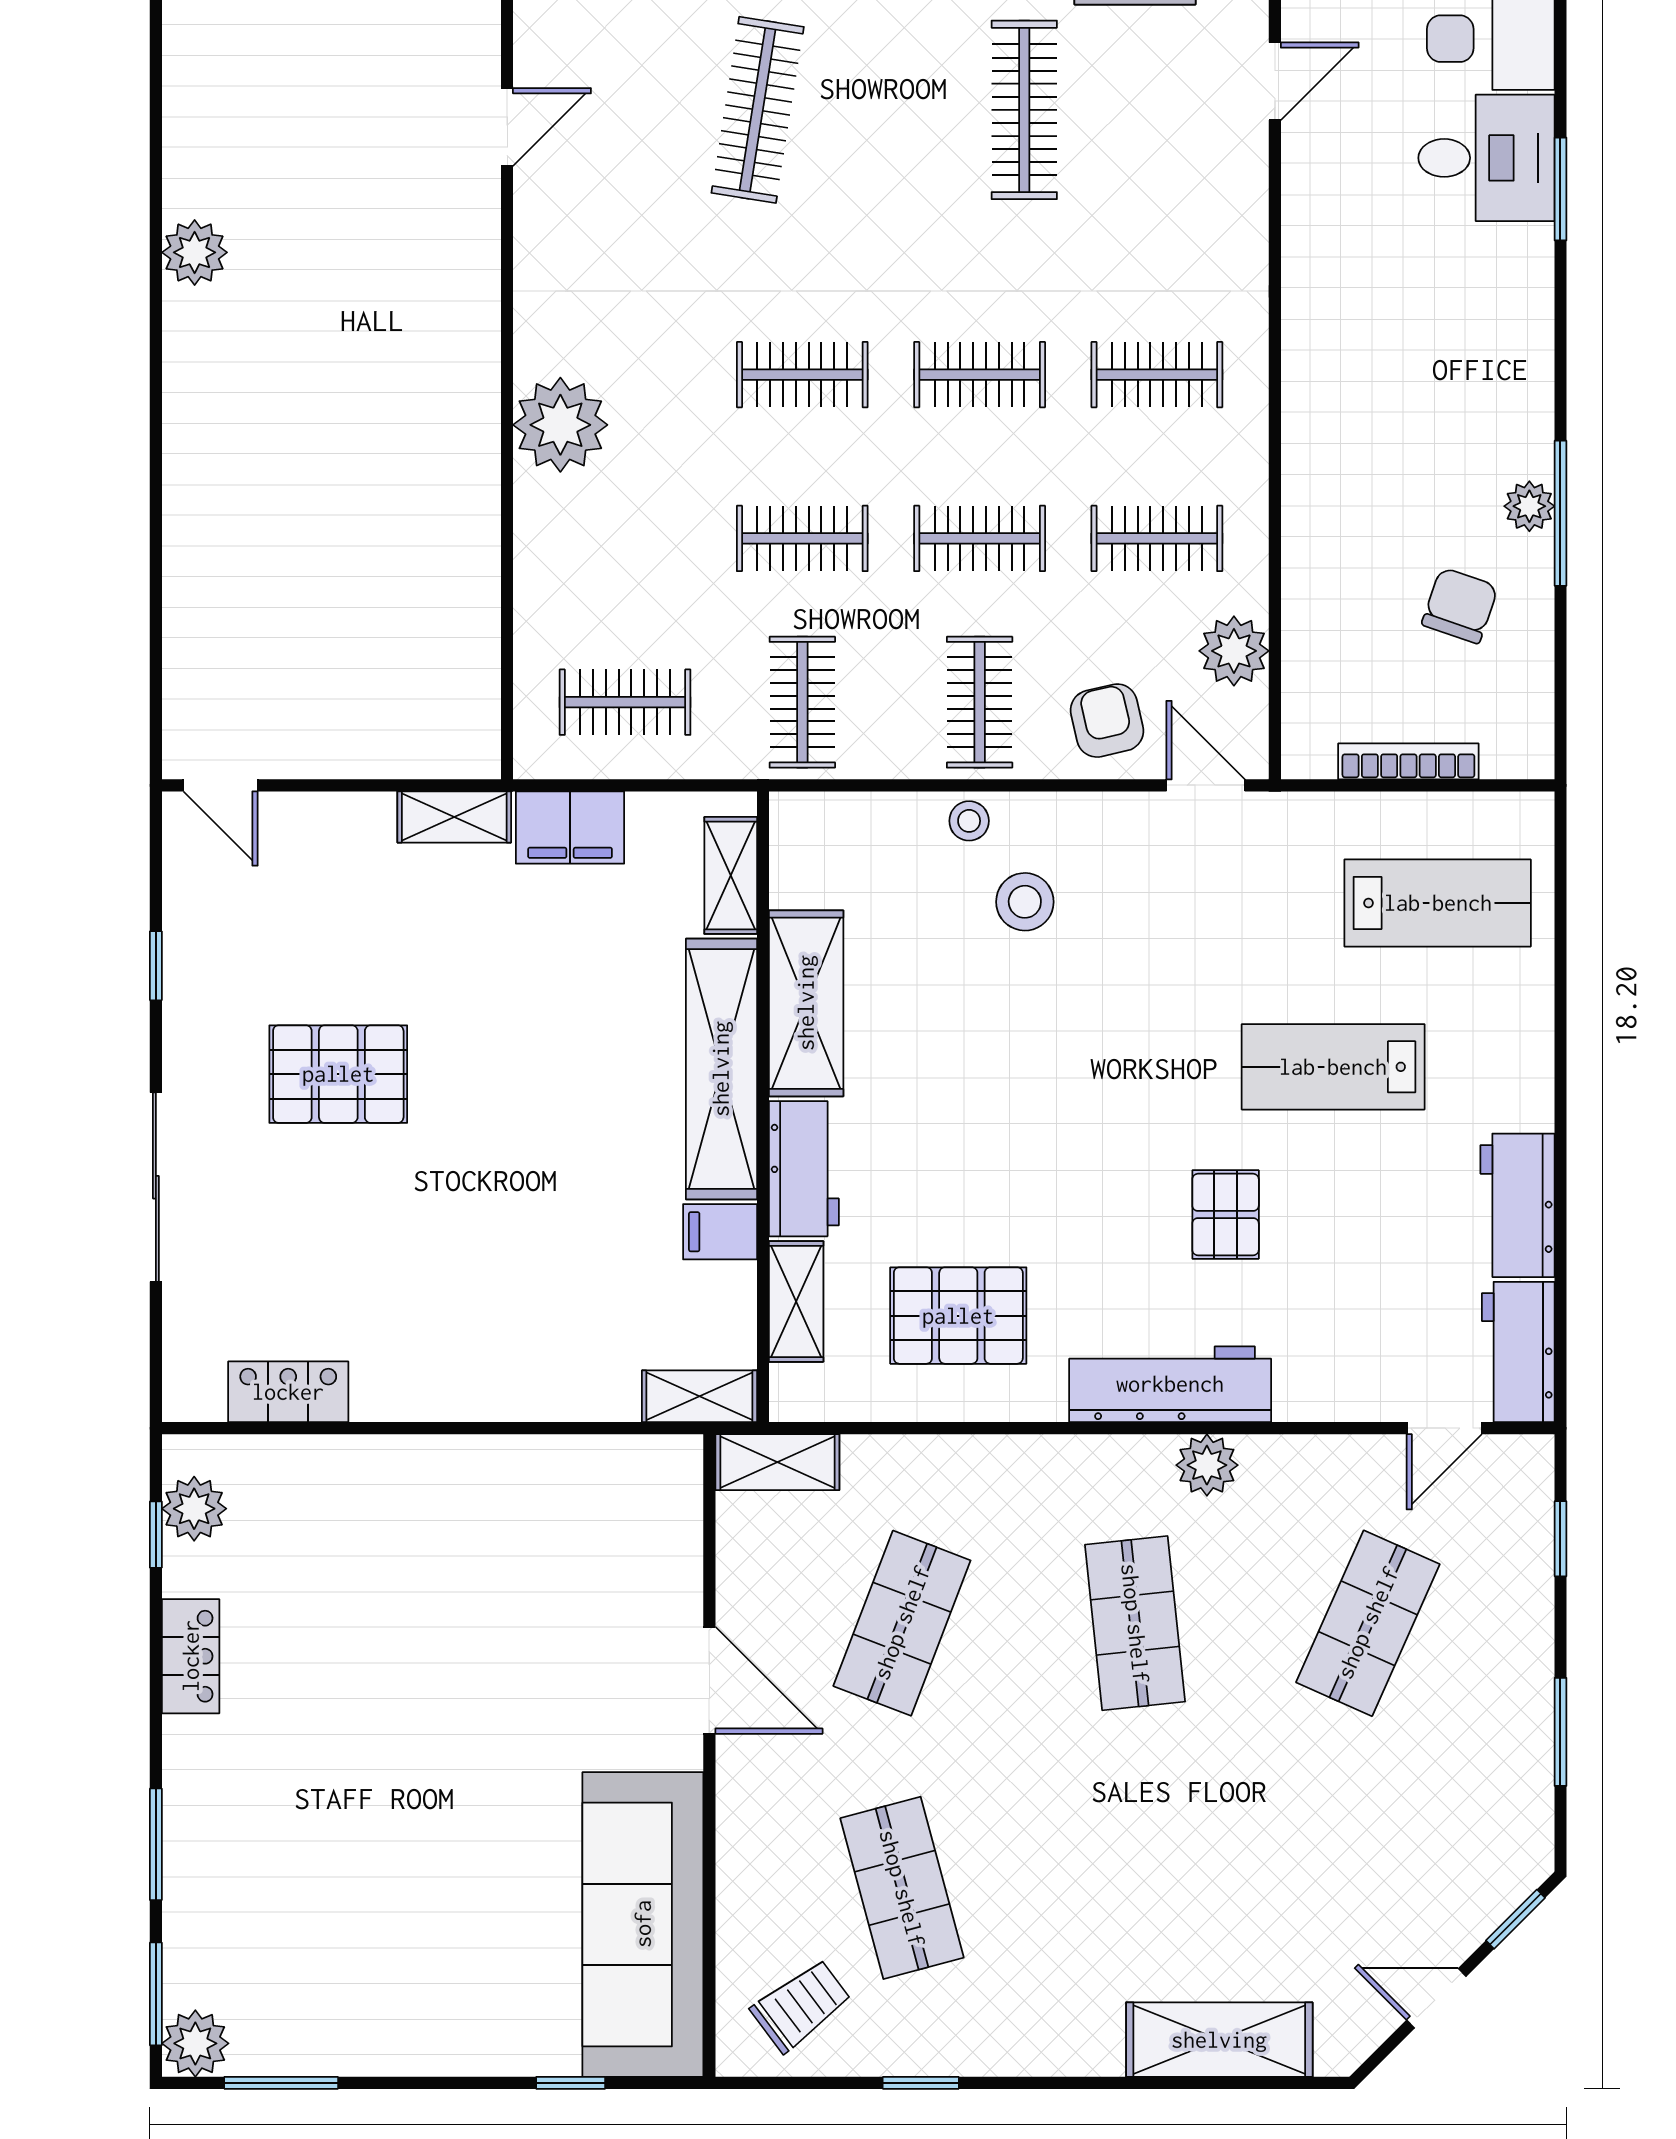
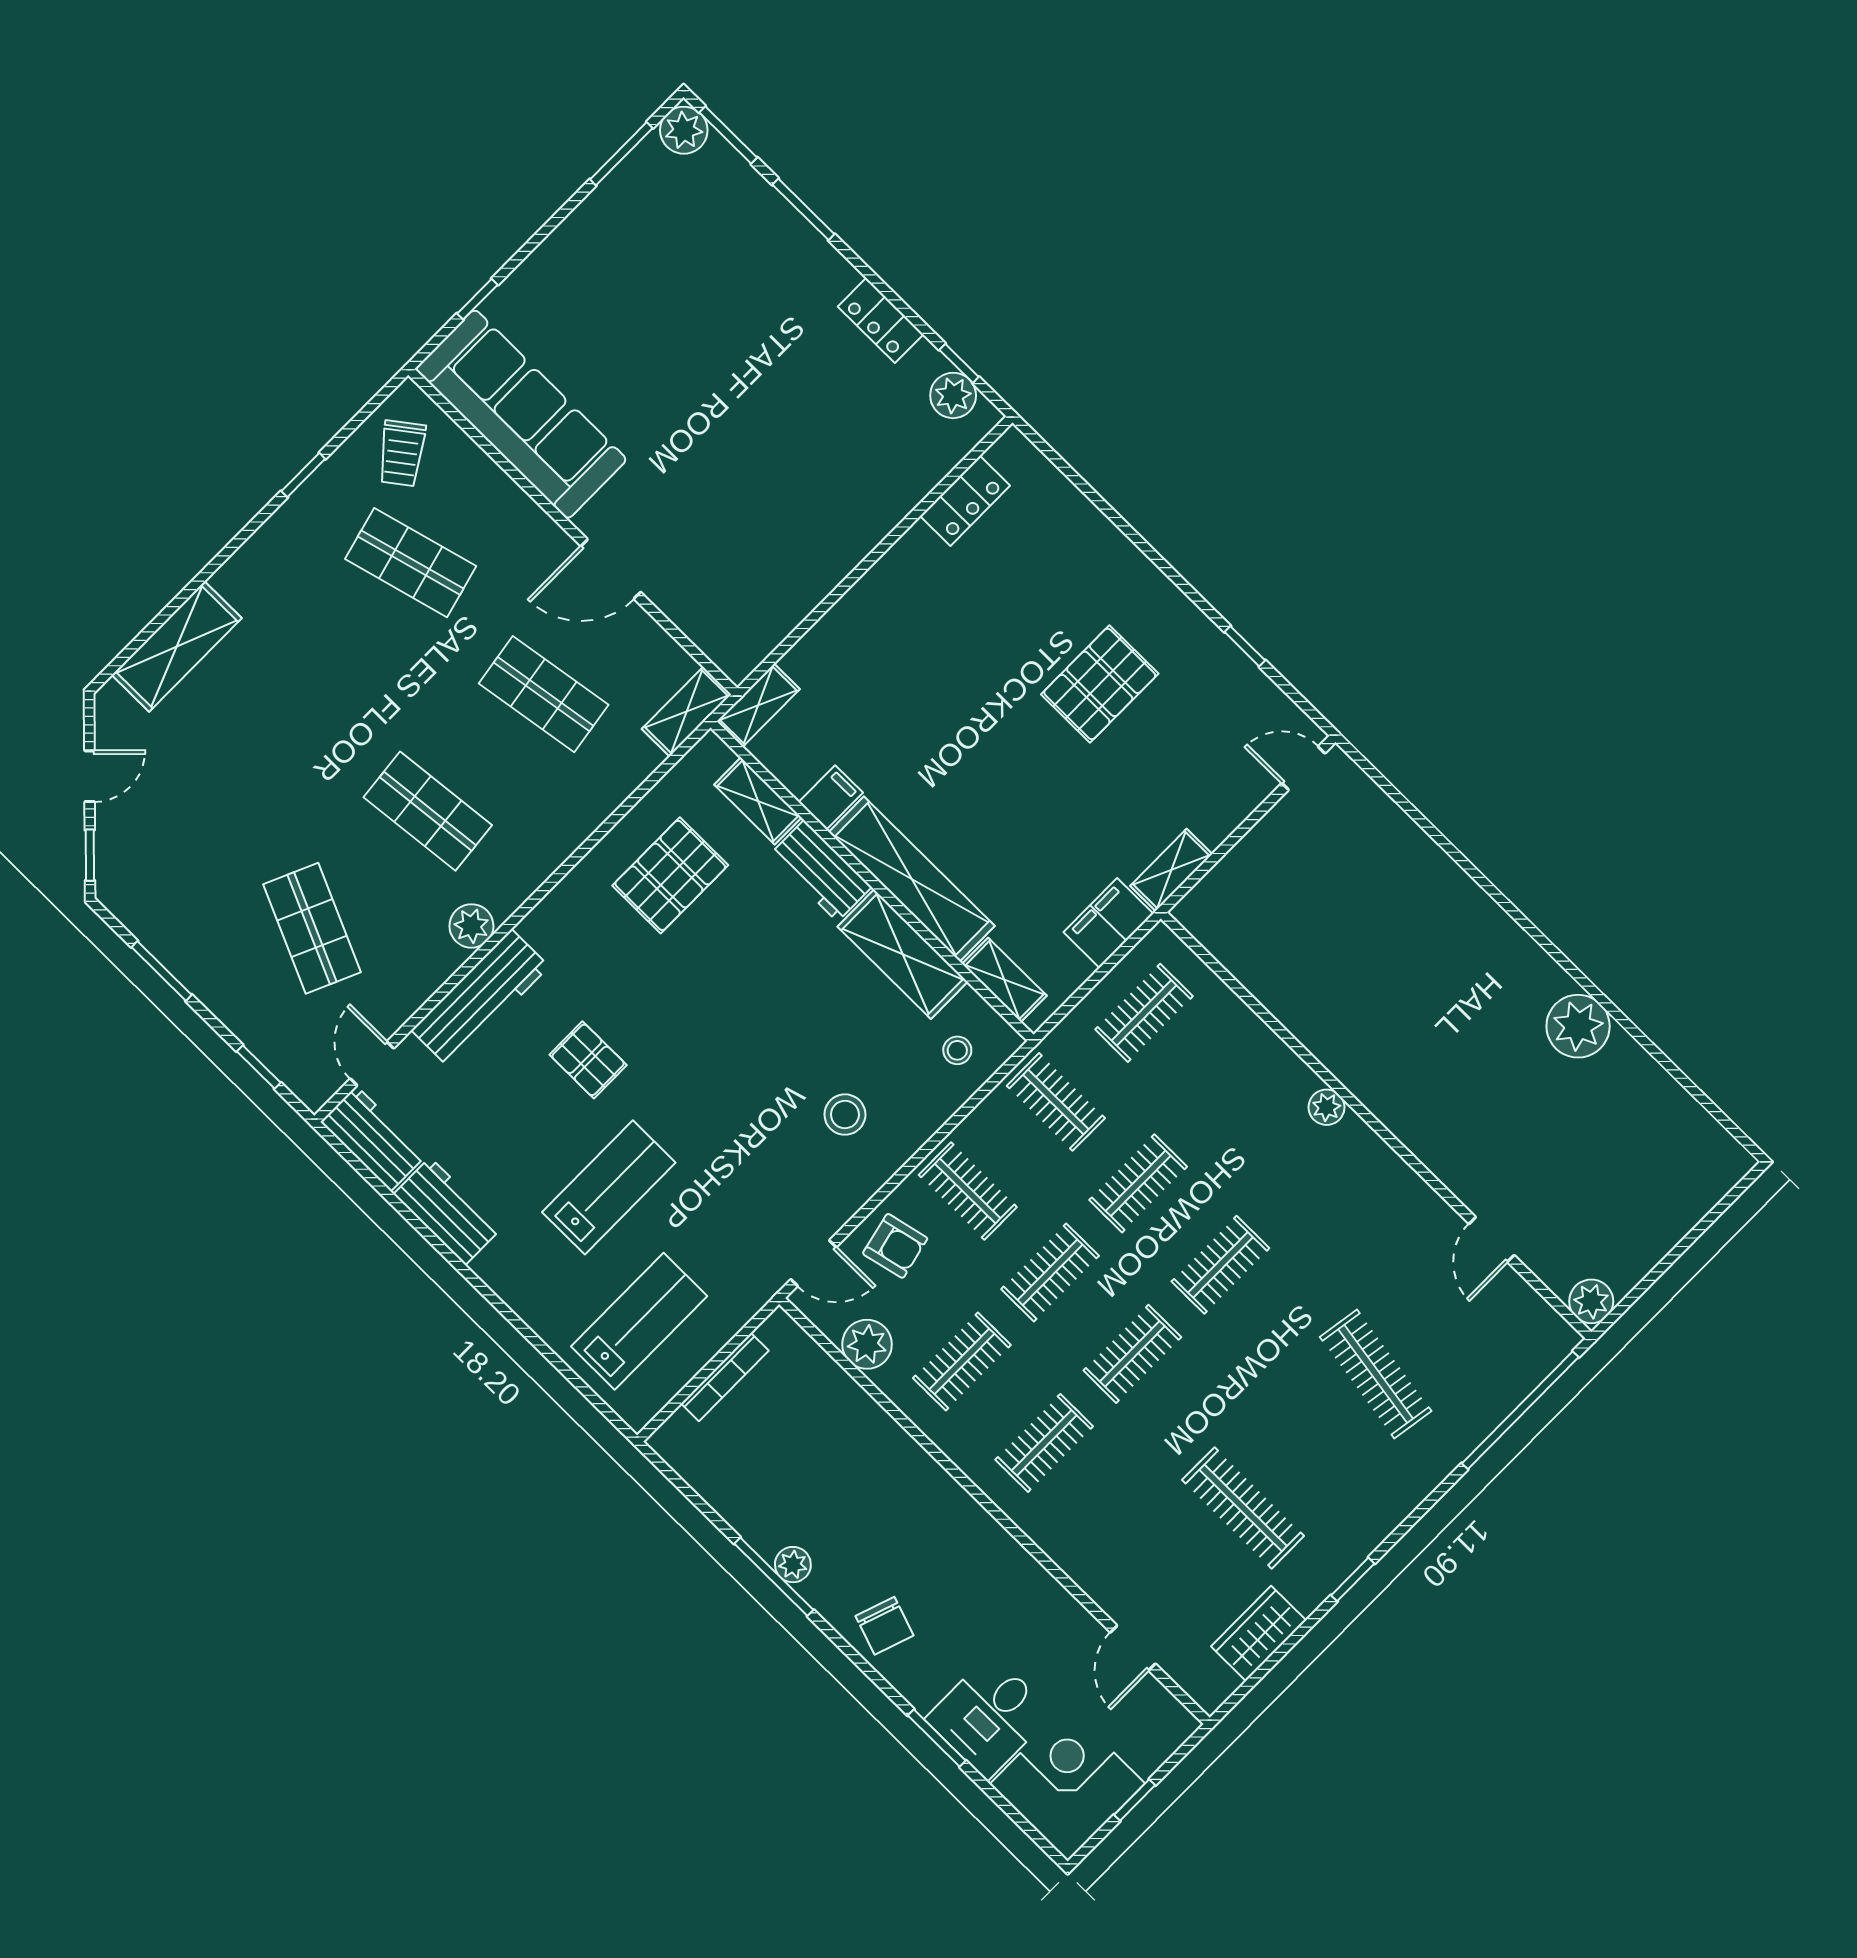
plant: (195, 252) -> (1578, 1026), width x1.36, depth x1.36
plant: (560, 425) -> (1327, 1107), width x0.53, depth x0.53
chair: (1460, 605) -> (885, 1626), moved
stool: (969, 821) -> (957, 1050), moved
lab bench: (1438, 903) -> (639, 1321), turned 180
sliding door: (156, 1187) -> (1134, 536), removed
workbench: (1170, 1384) -> (480, 998), moved
shop shelf: (902, 1623) -> (544, 694), turned -30

